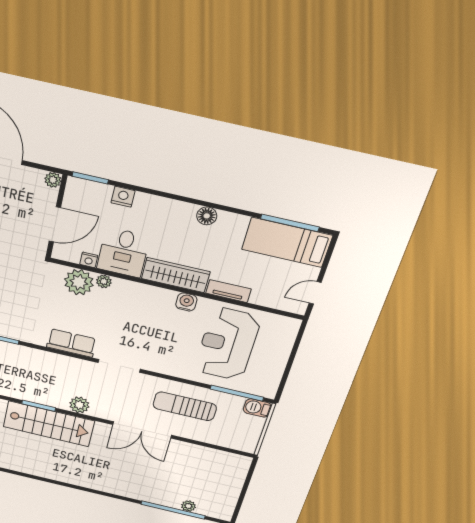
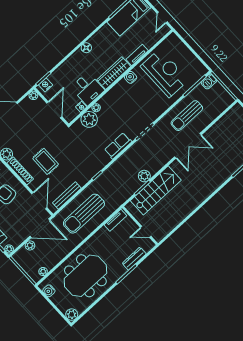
nightstand: (123, 197) -> (46, 85), moved
floor lamp: (207, 216) -> (86, 48), moved
reception desk: (227, 344) -> (165, 73), turned 180
plant: (79, 405) -> (144, 176), moved

